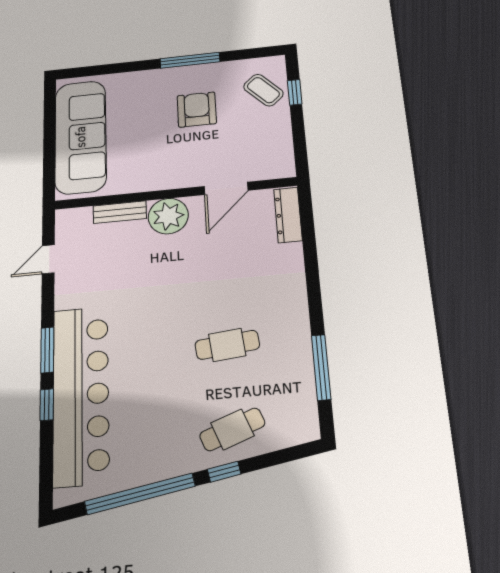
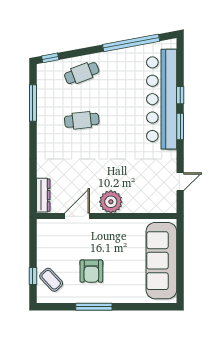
bench: (120, 212) -> (139, 207), removed
window: (224, 472) -> (50, 58), moved

